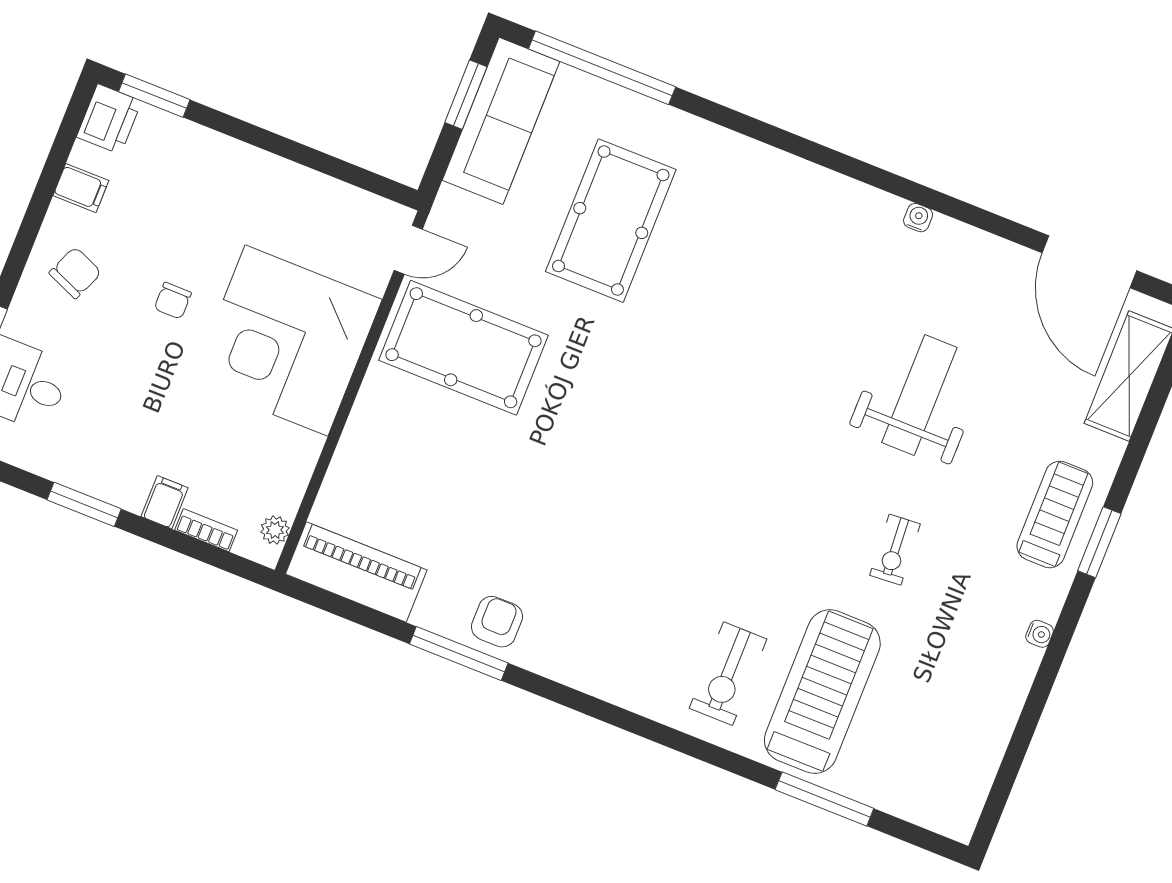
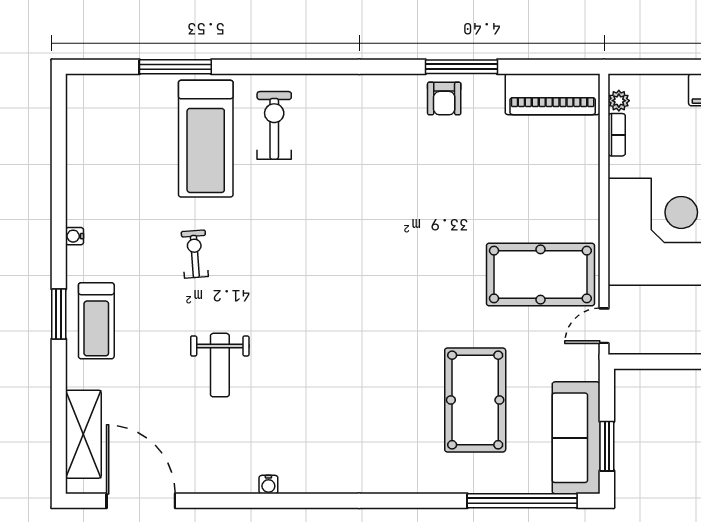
weight bench: (919, 395) -> (220, 365), width x0.73, depth x0.75
bookcase: (206, 530) -> (617, 135), moved, turned -90

